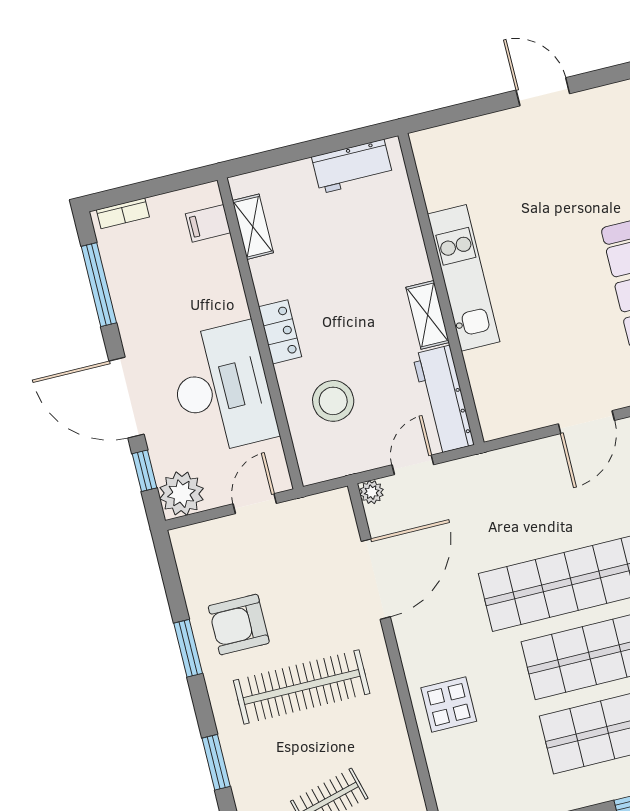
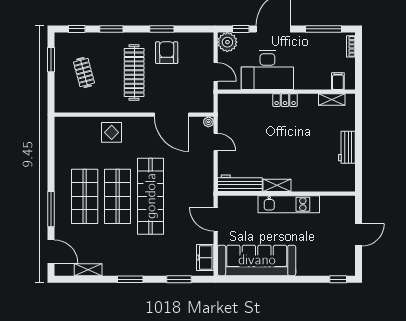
kitchen unit: (464, 278) -> (289, 204), moved
wall: (441, 289) -> (286, 194), moved
shelving: (428, 315) -> (277, 185), moved
workbench: (443, 399) -> (240, 183), moved
stool: (333, 401) -> (251, 115), removed

